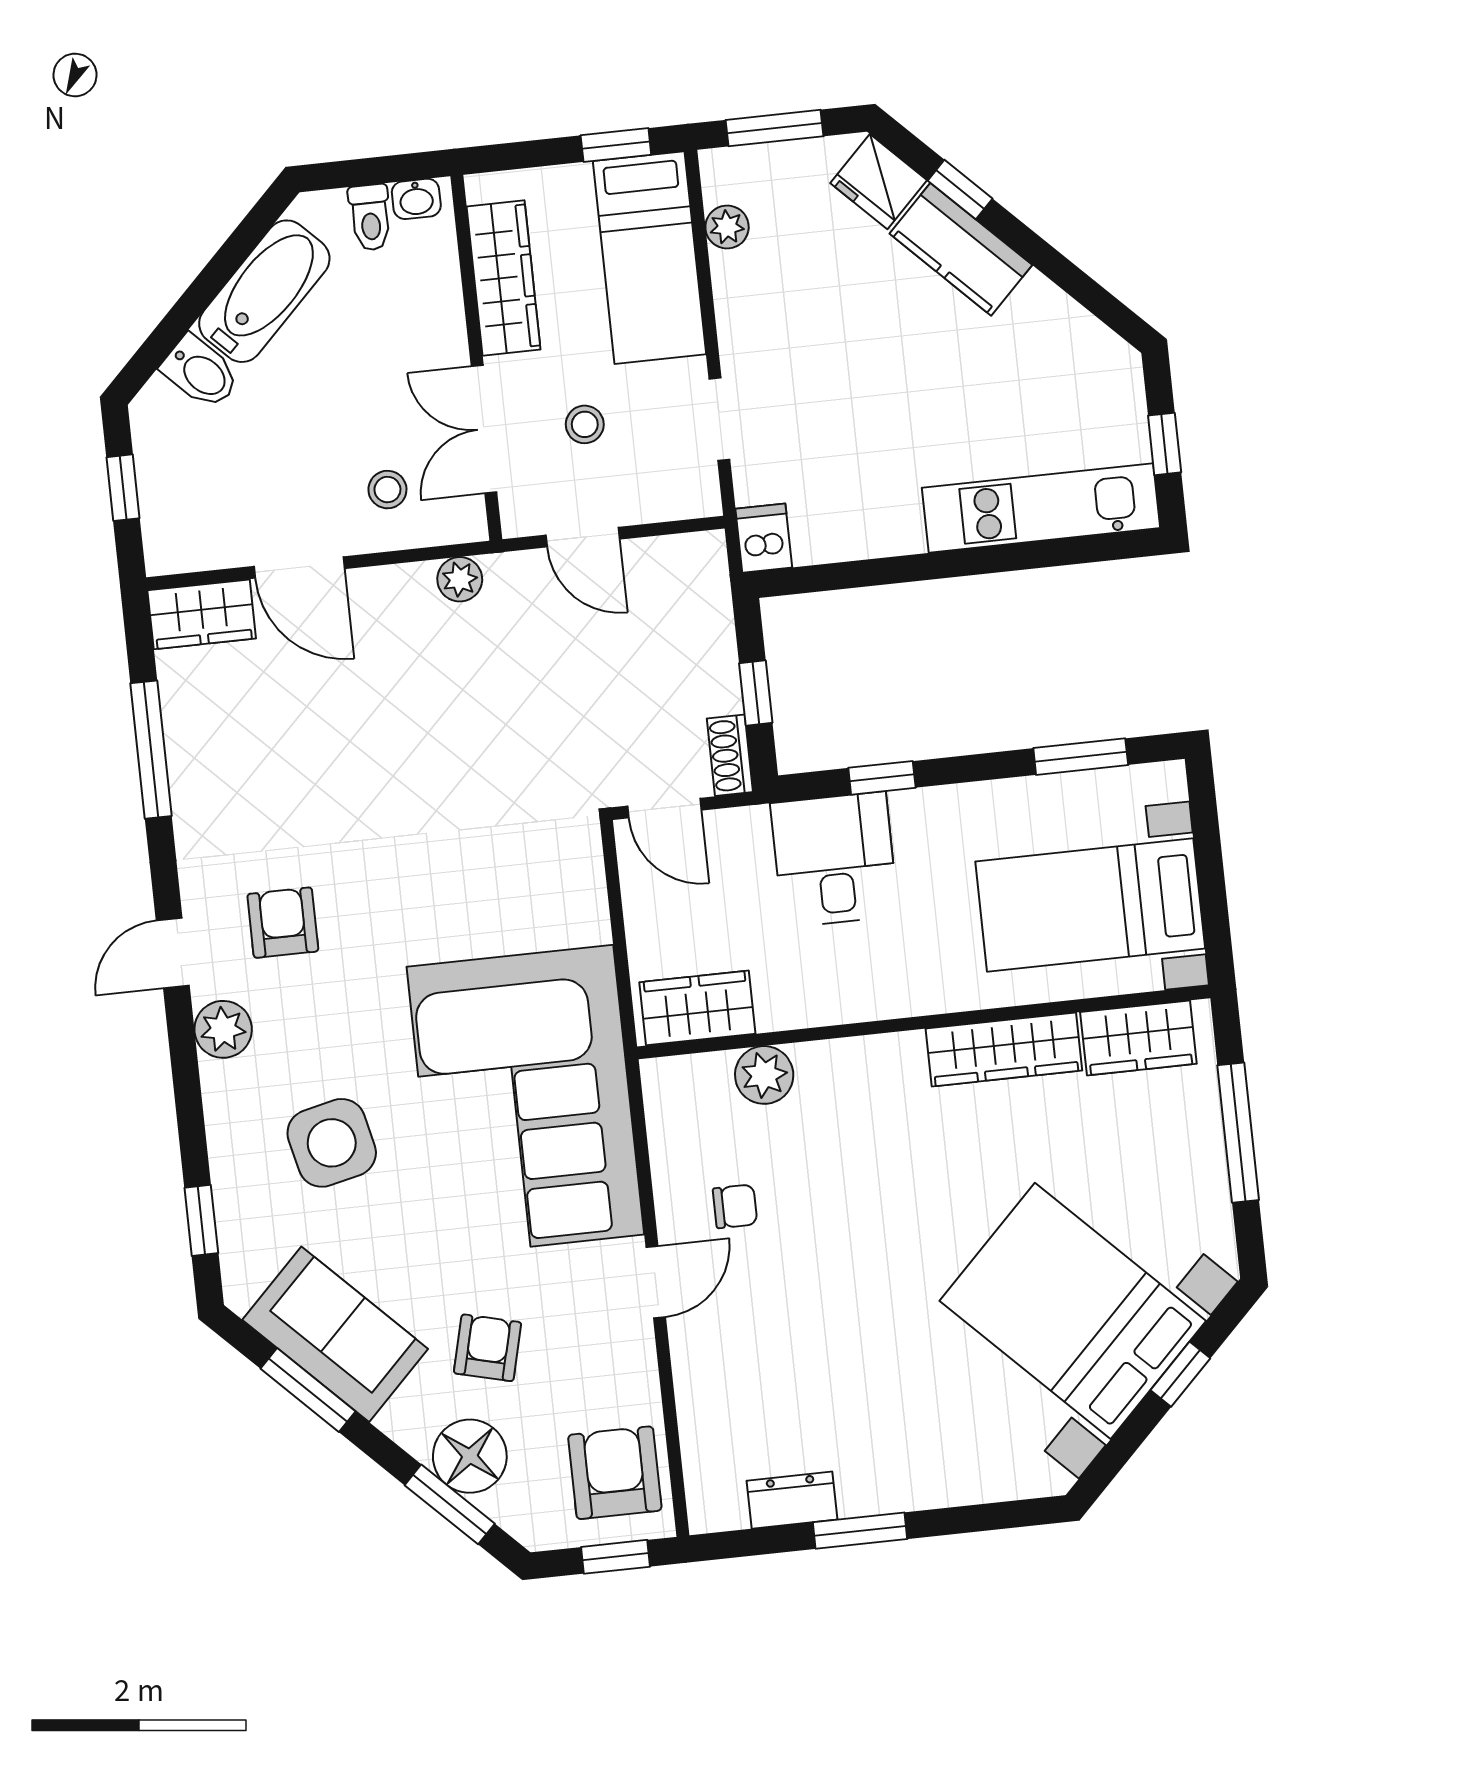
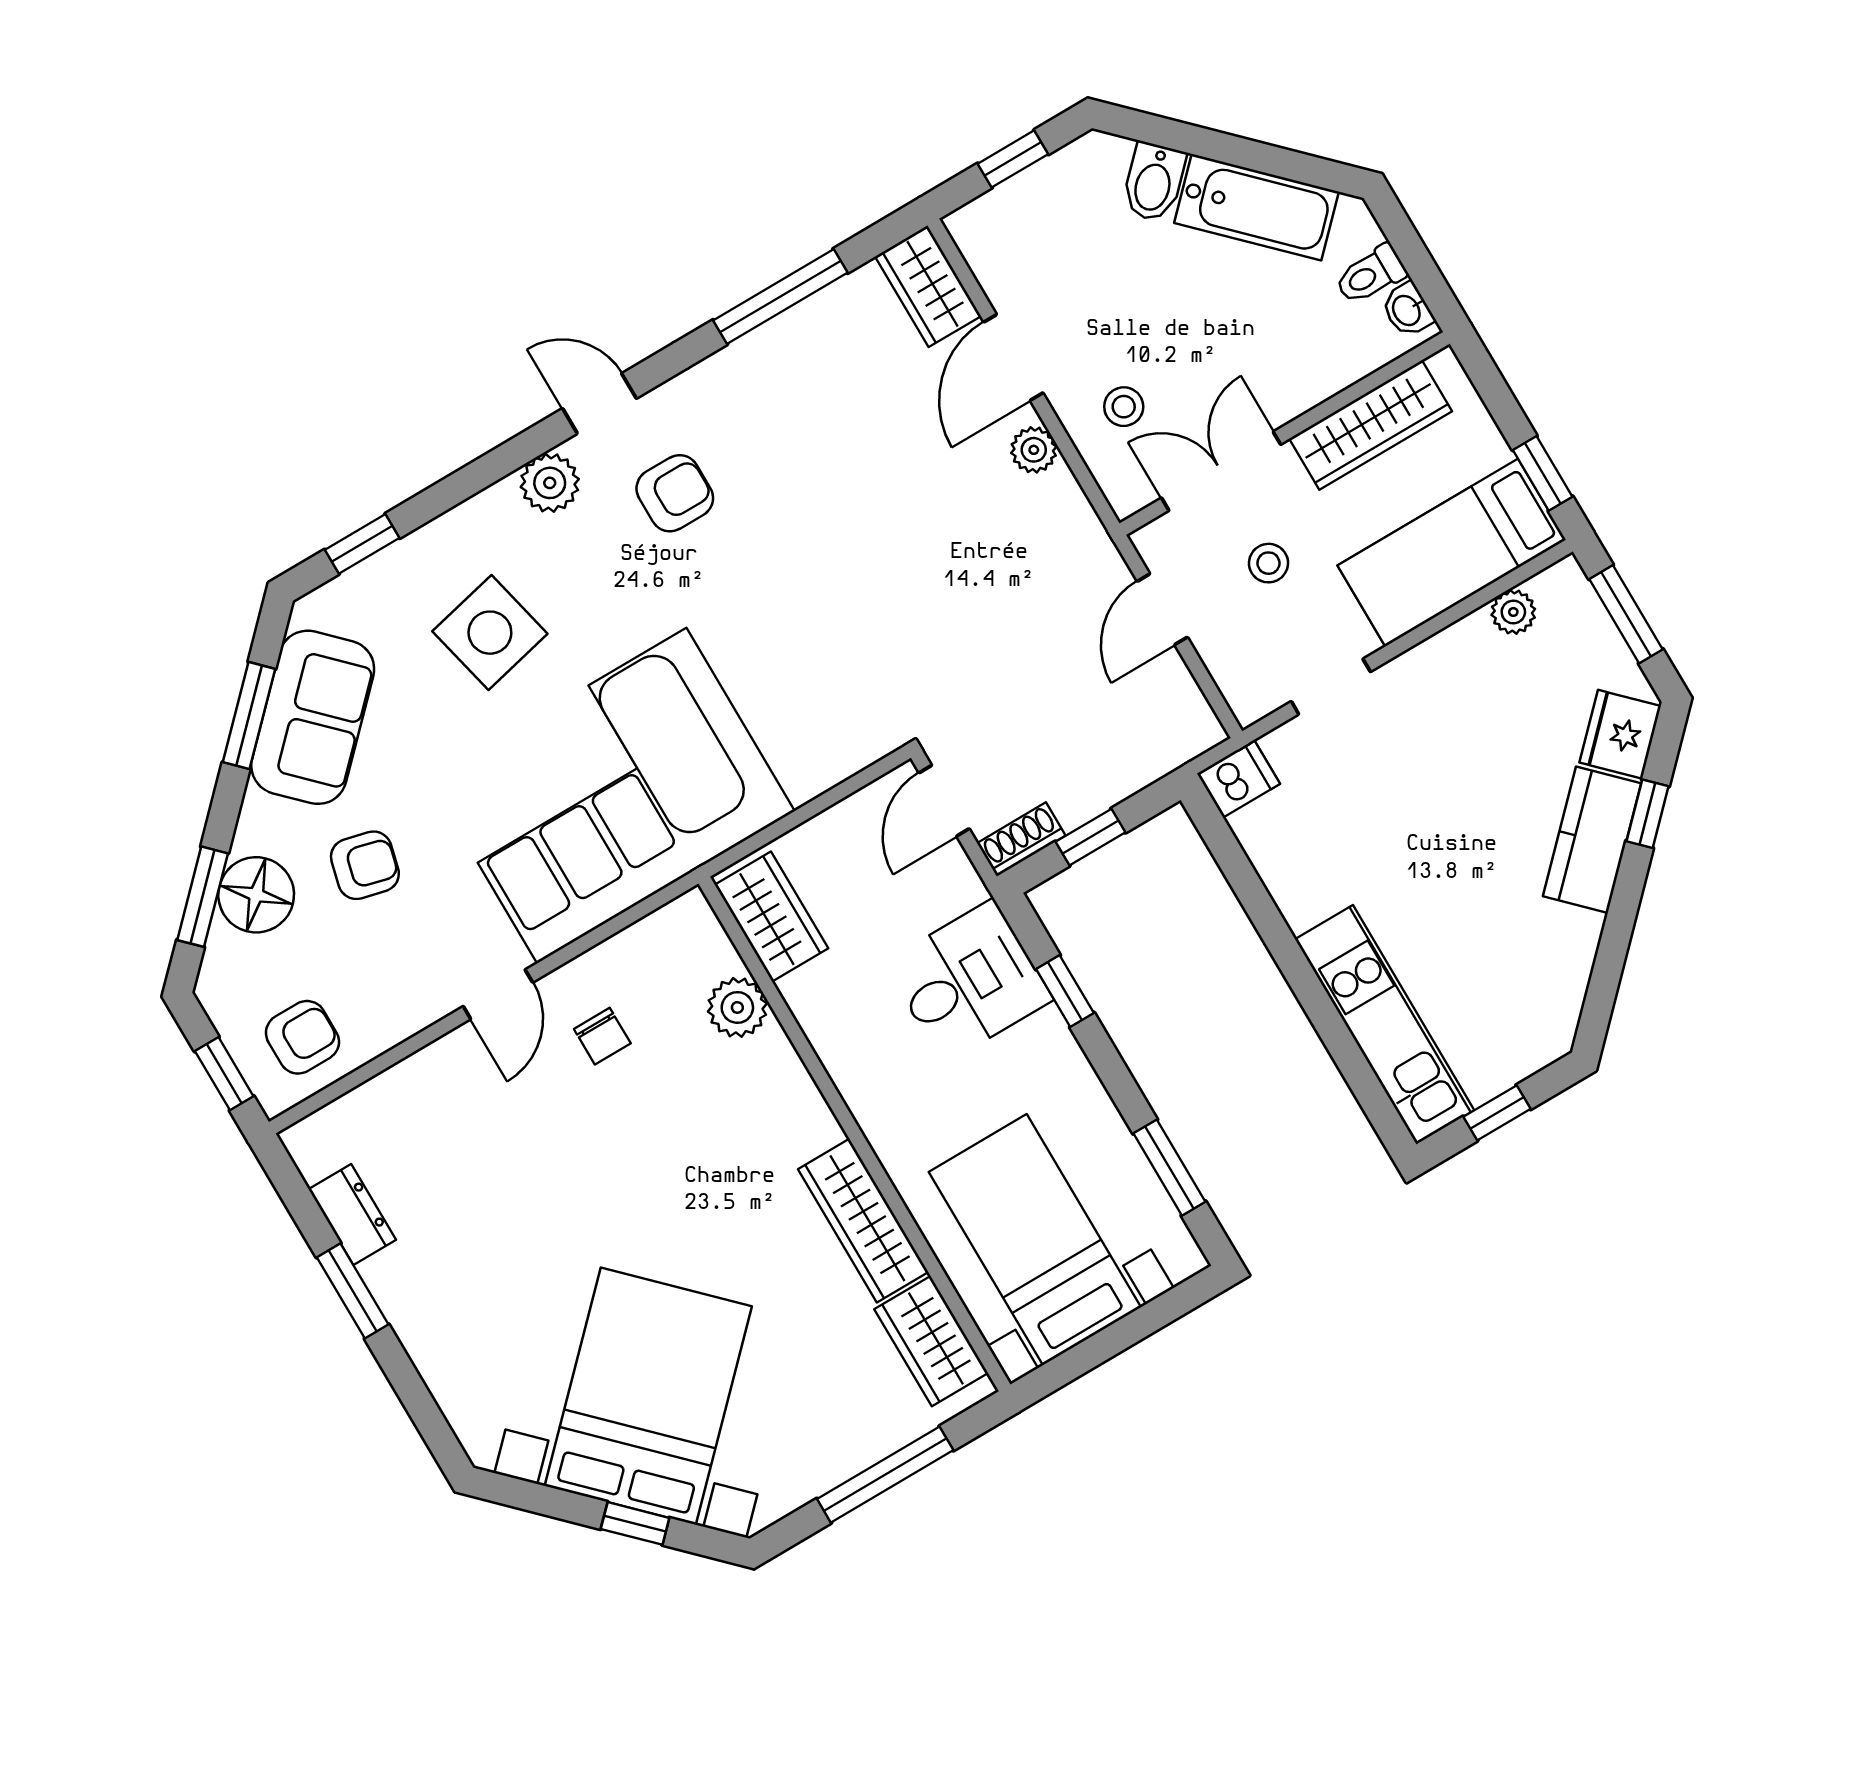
plant: (460, 579) -> (1034, 450), moved
door: (656, 1282) -> (498, 994), hinge flipped
armchair: (615, 1473) -> (302, 1037), width x0.72, depth x0.72

